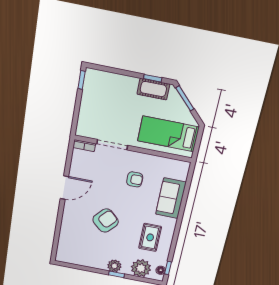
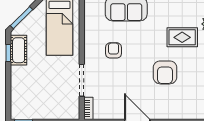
armchair: (106, 221) -> (165, 72), turned -132
rug: (150, 237) -> (182, 37), moved

